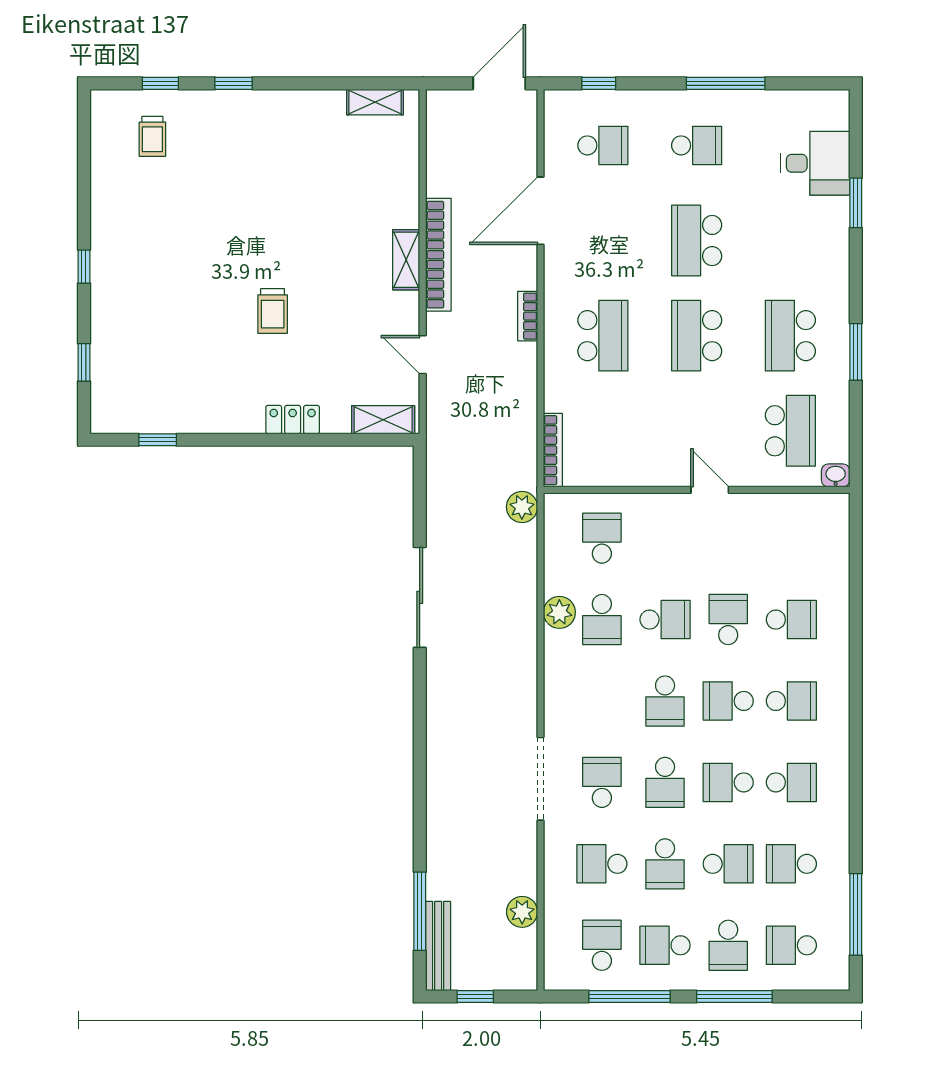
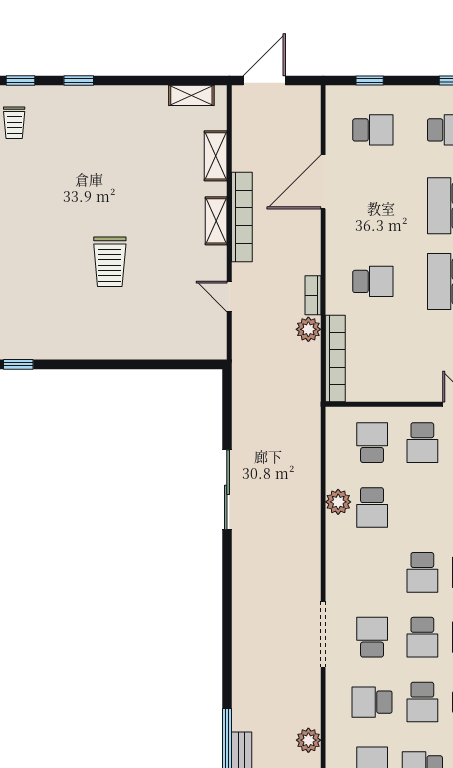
door: (499, 83) -> (264, 81), moved
trolley: (273, 311) -> (110, 262), width x1.36, depth x1.39
bookcase: (528, 316) -> (313, 295), moved
school desk: (603, 336) -> (373, 281), width x0.54
locker: (293, 420) -> (126, 348), removed
shelving: (383, 420) -> (216, 156), moved, turned 90
bookcase: (553, 450) -> (335, 359), width x1.48, depth x1.31
plant: (522, 507) -> (308, 329), moved
school desk: (665, 620) -> (422, 443), moved, turned 90

